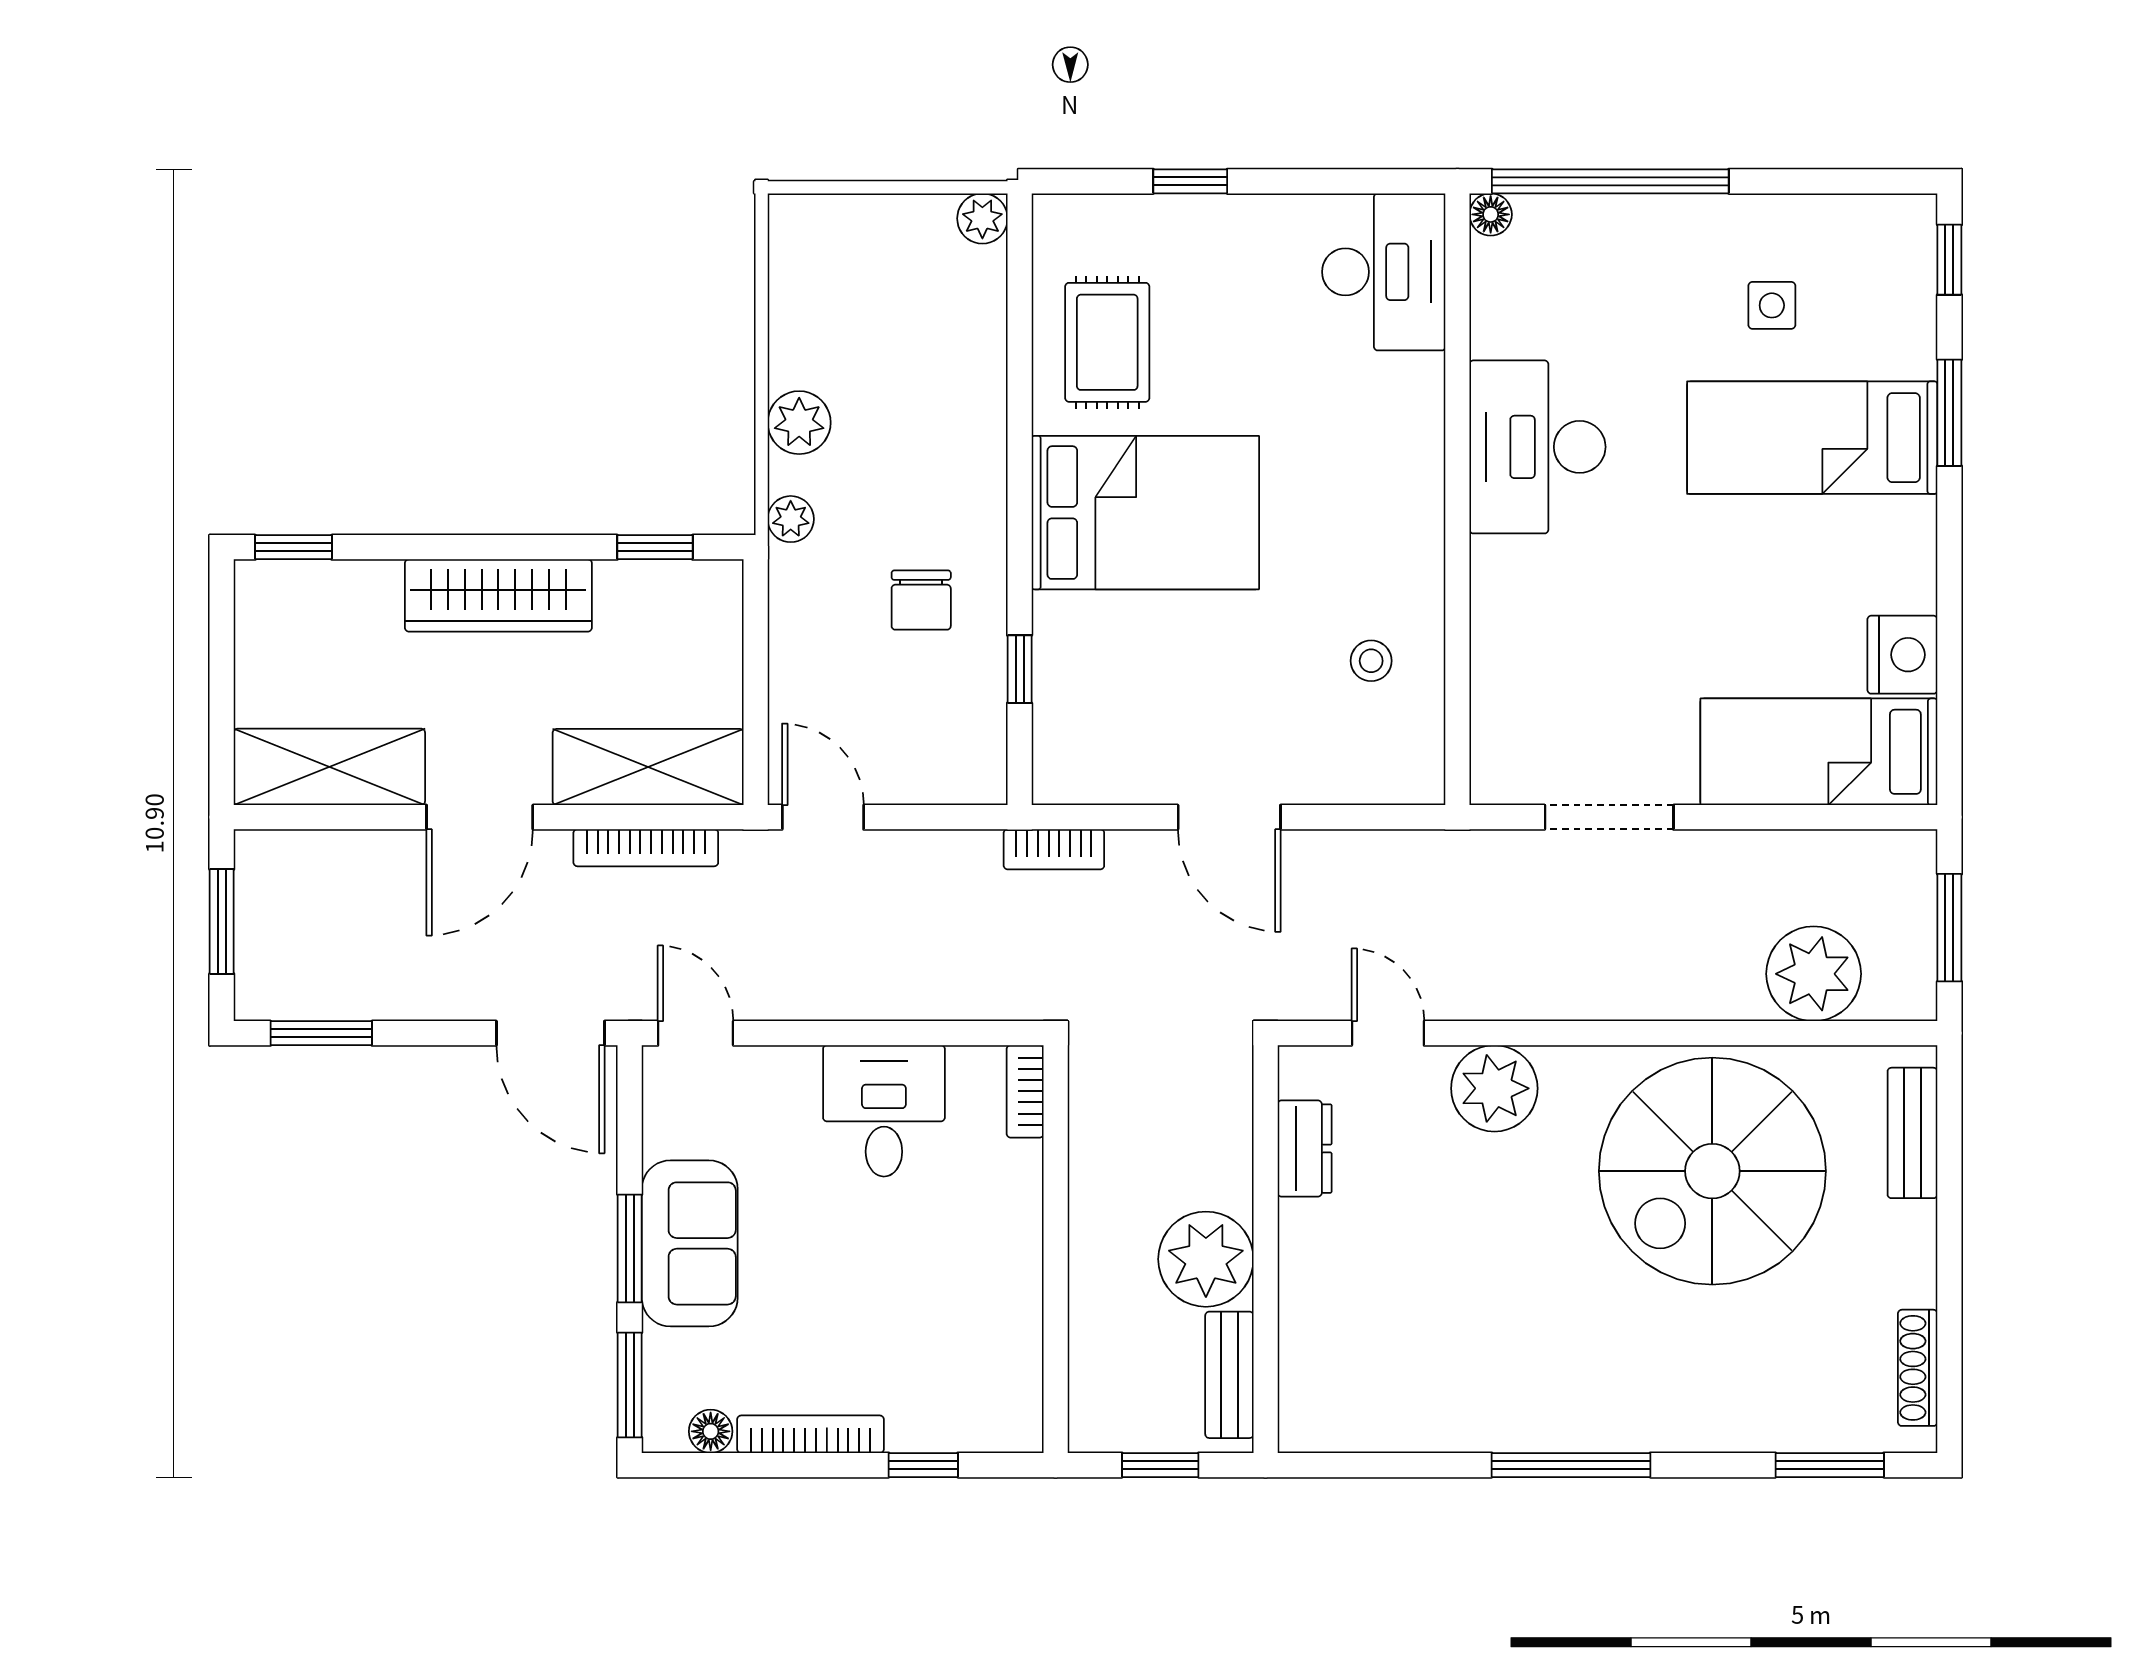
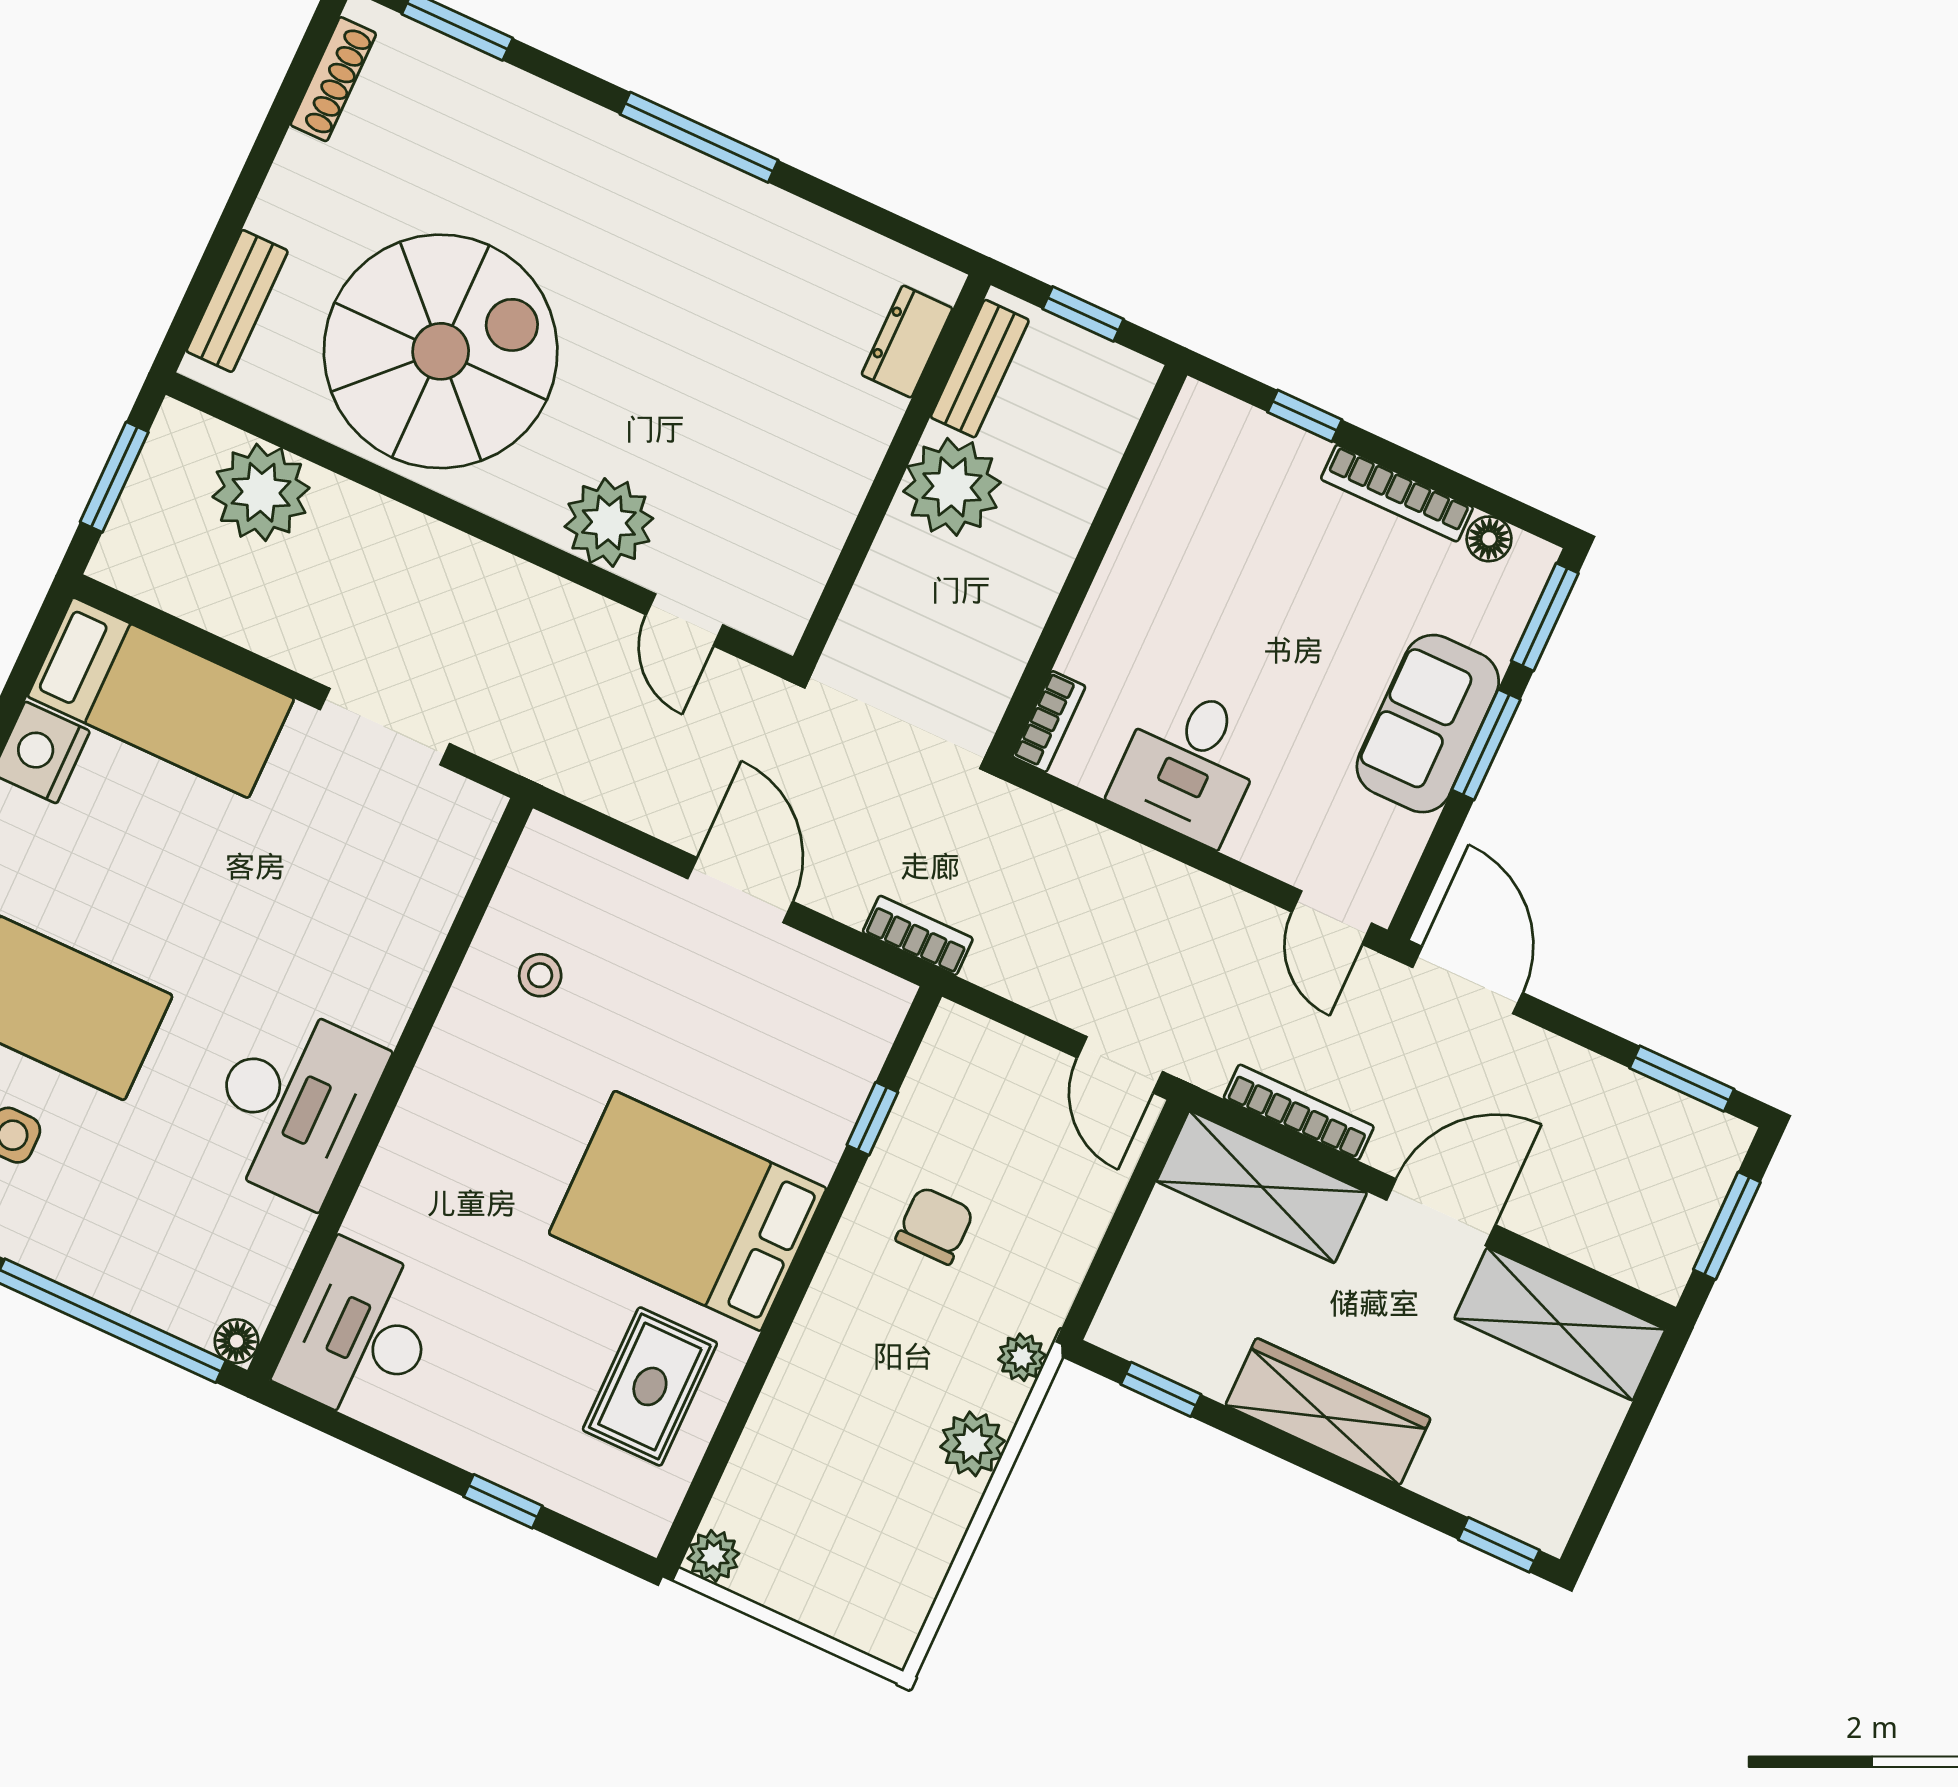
dresser: (1305, 1149) -> (907, 342), moved

